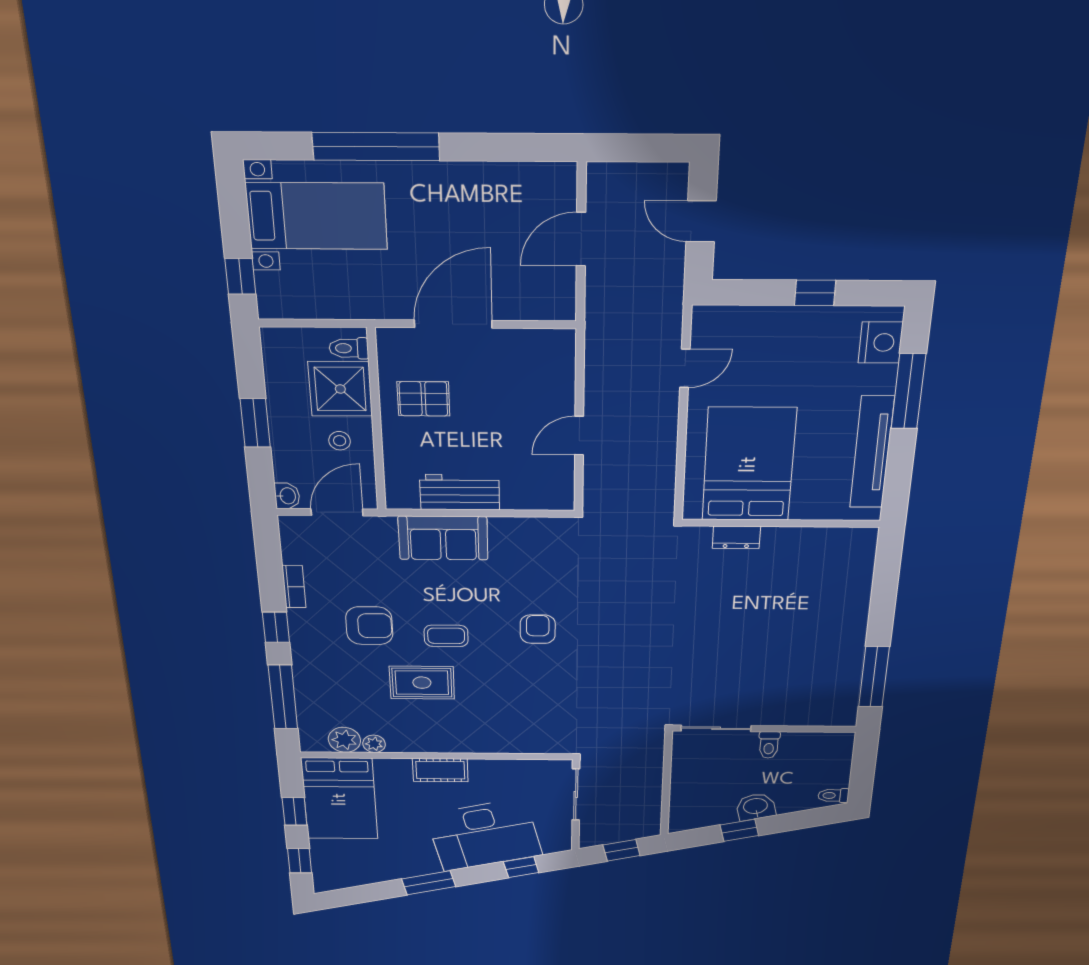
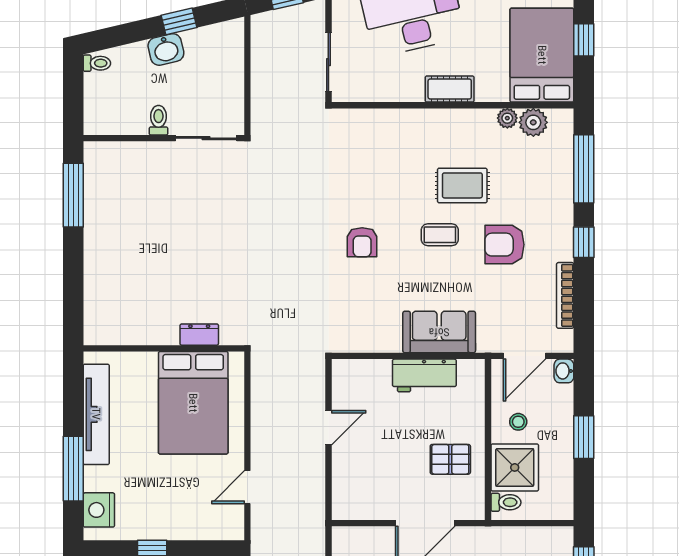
bookcase: (294, 587) -> (565, 295), width x1.56

